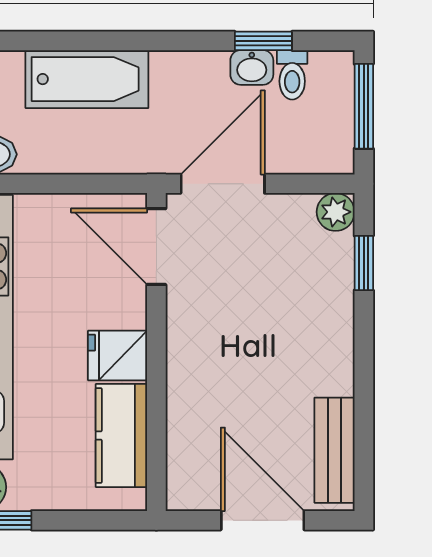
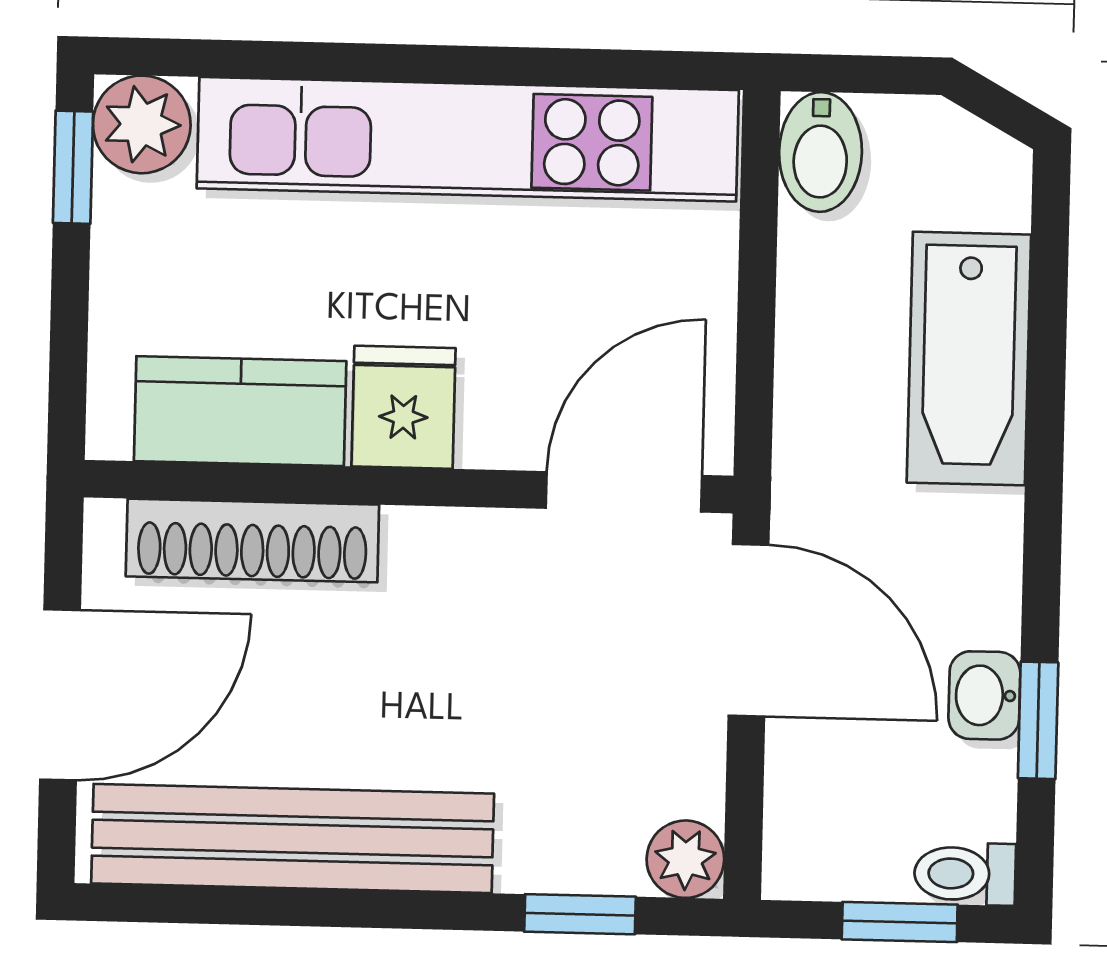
toilet: (292, 75) -> (965, 874), moved
window: (364, 106) -> (900, 922), width x0.67
shoe rack: (185, 428) -> (252, 540), added
bench: (334, 450) -> (293, 839), width x1.86, depth x1.21

